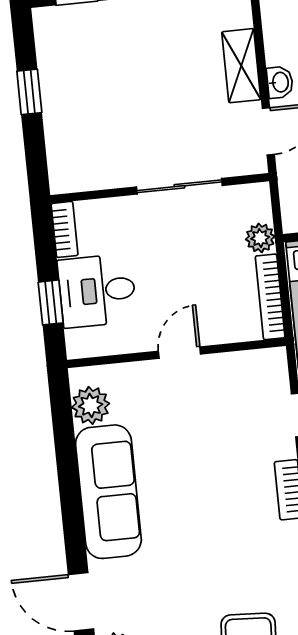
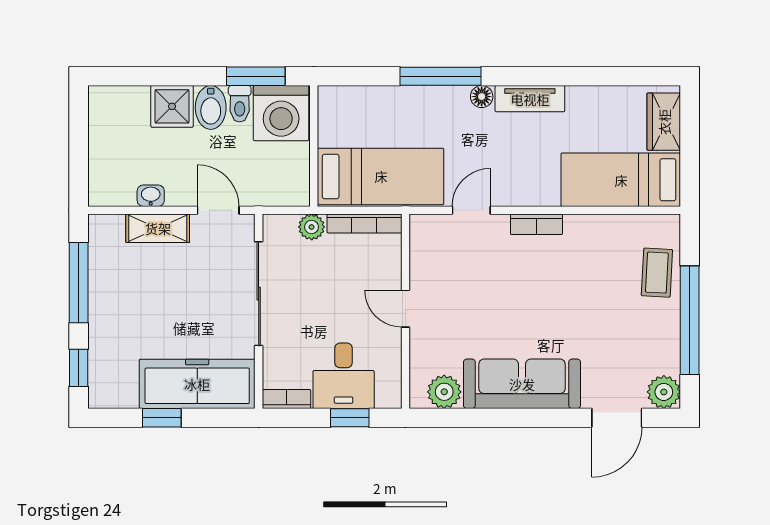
washbasin: (280, 82) -> (151, 196), moved
freezer: (71, 128) -> (197, 384), added
sliding door: (179, 186) -> (259, 294), width x1.37

